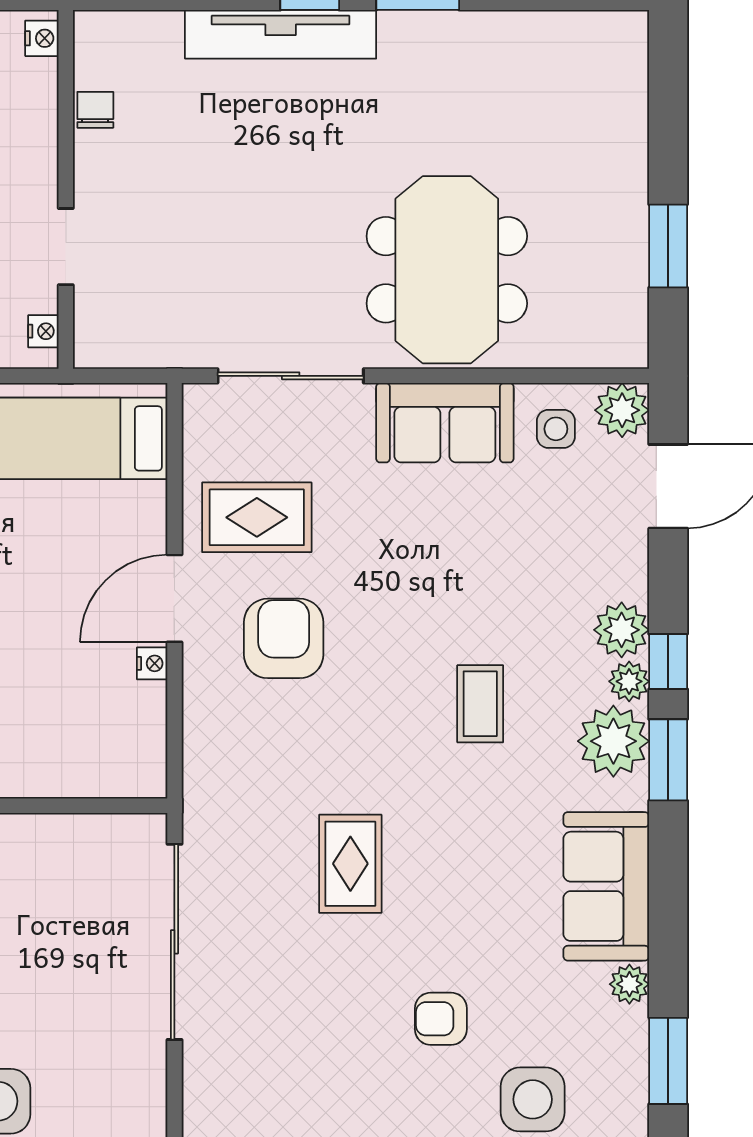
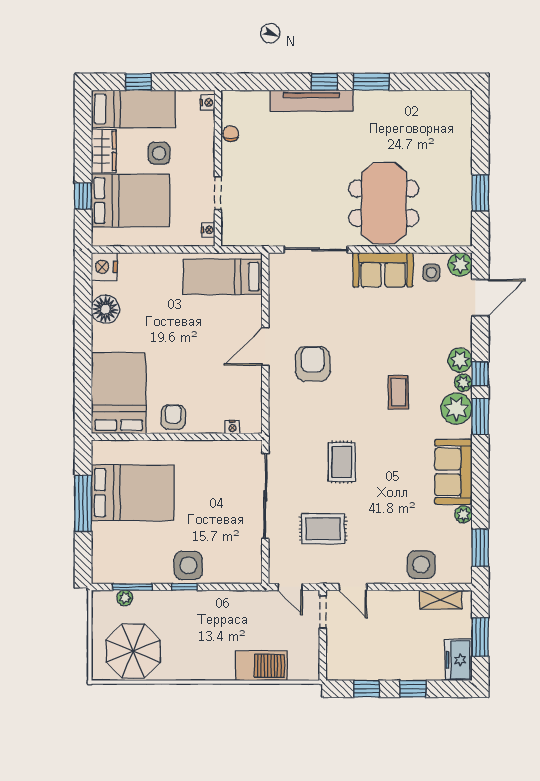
rug: (257, 517) -> (323, 529), moved
nightstand: (152, 663) -> (232, 427), moved, turned 90
armchair: (441, 1019) -> (381, 530), removed

